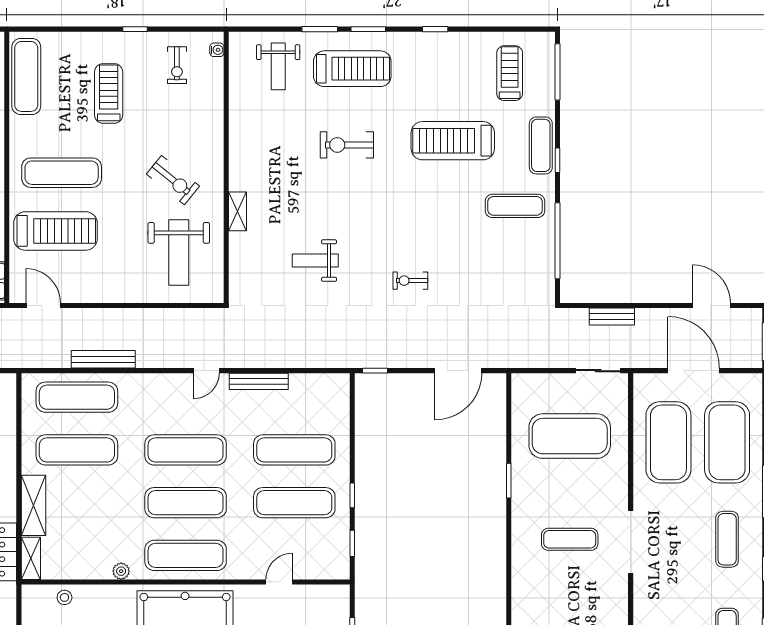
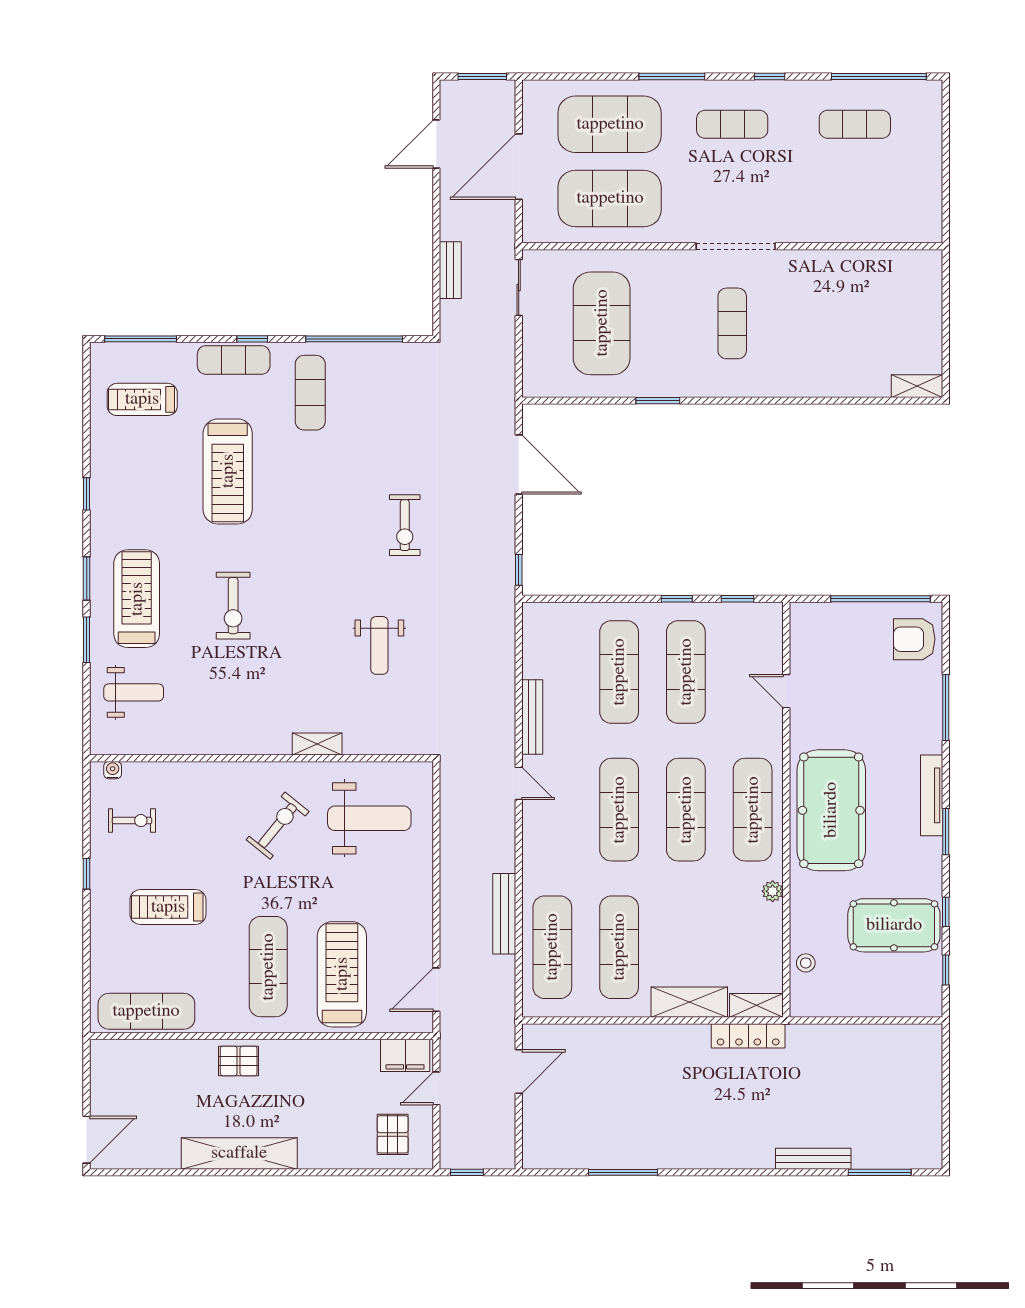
exercise bike: (410, 281) -> (405, 525), width x1.38, depth x1.39

